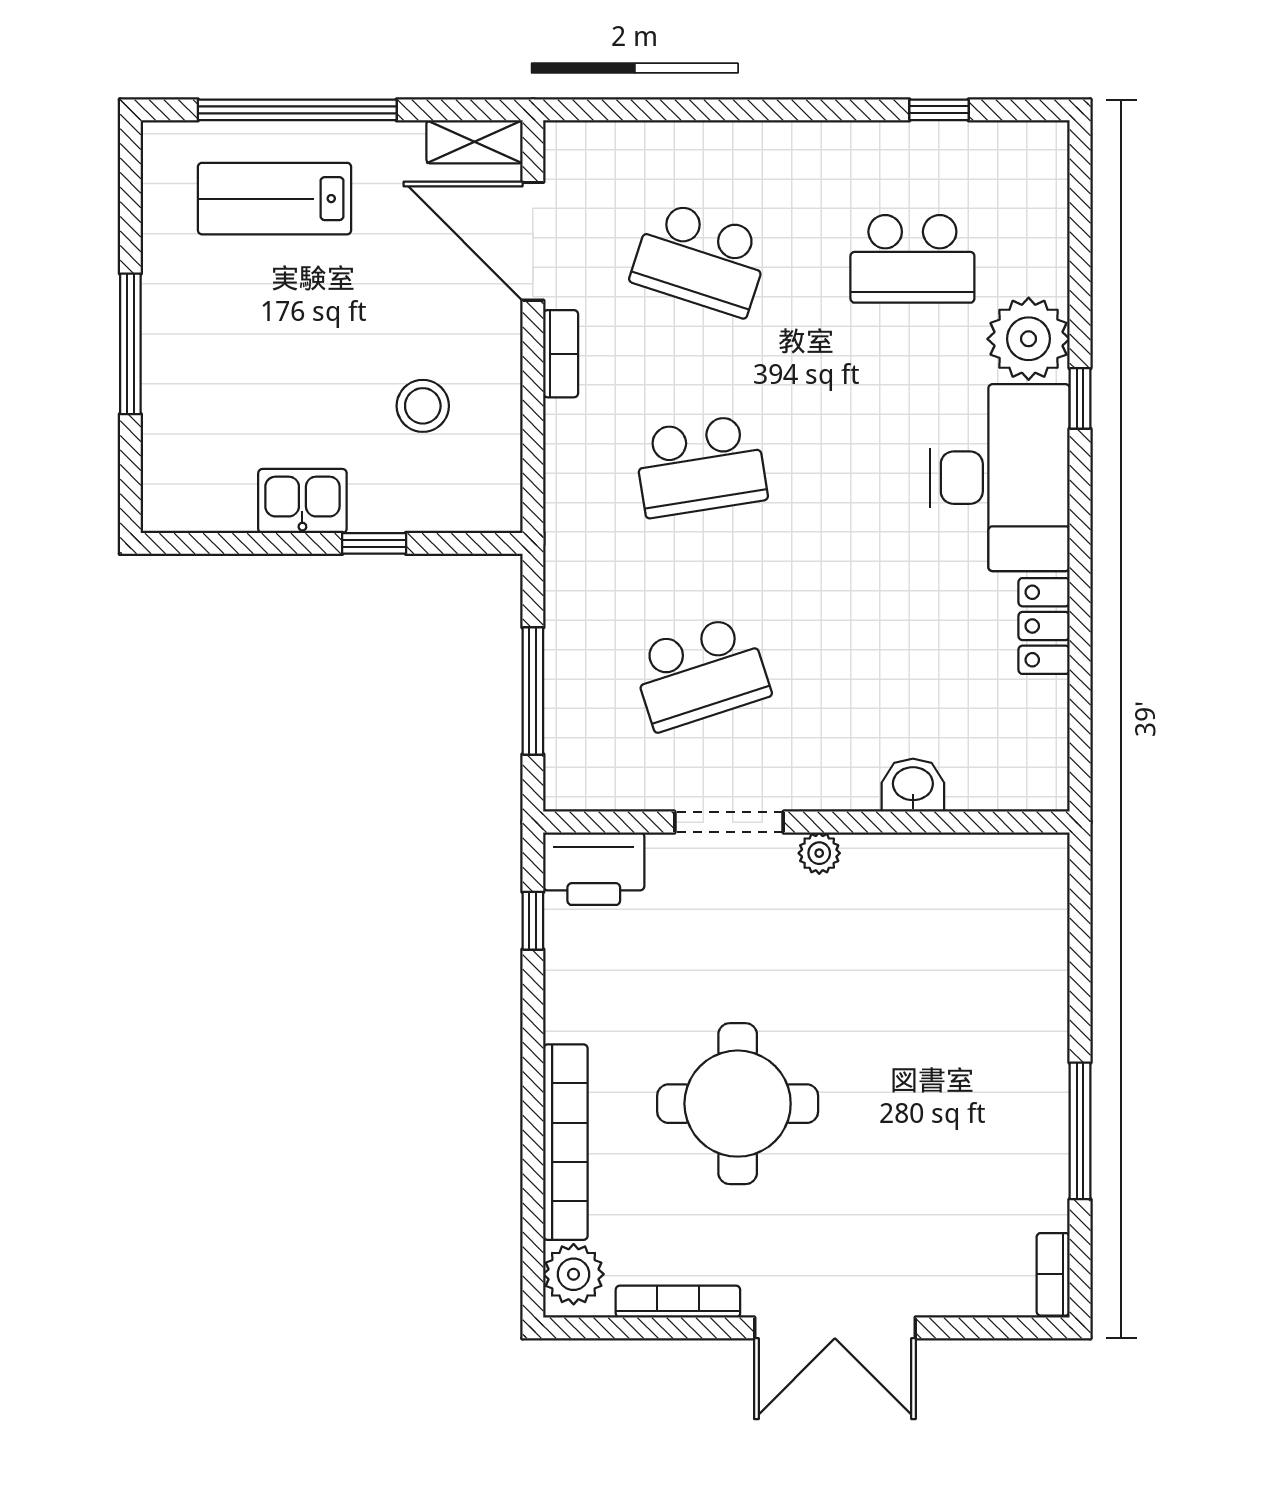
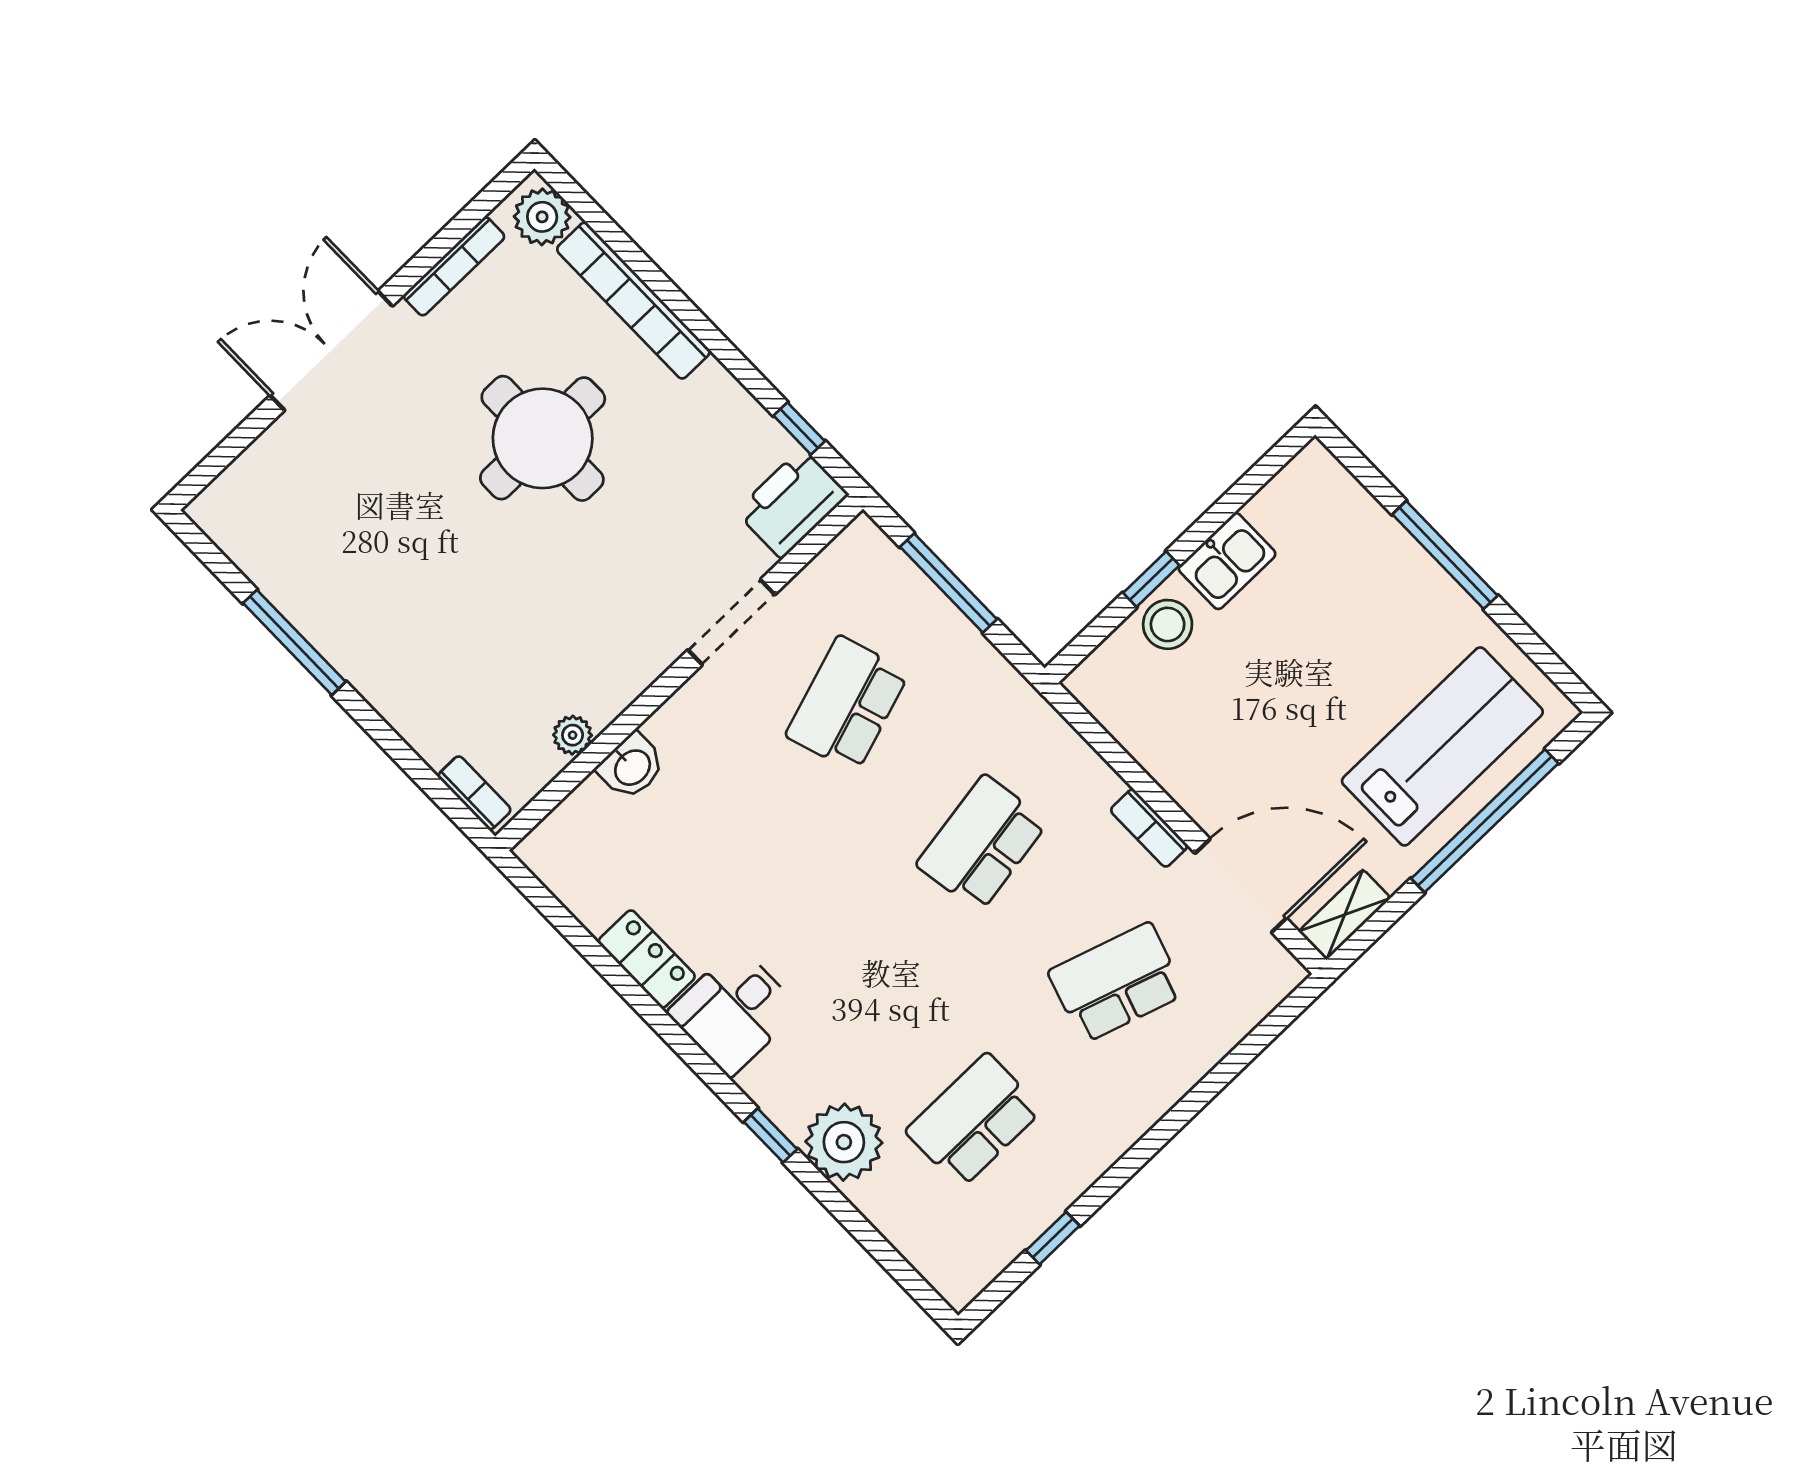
lab bench: (275, 199) -> (1442, 746), width x1.36, depth x1.39
stool: (423, 406) -> (1168, 624), moved
desk: (1000, 478) -> (734, 1011), width x0.53, depth x0.77
plant: (819, 853) -> (573, 735), moved
bookcase: (1053, 1274) -> (475, 793), moved

